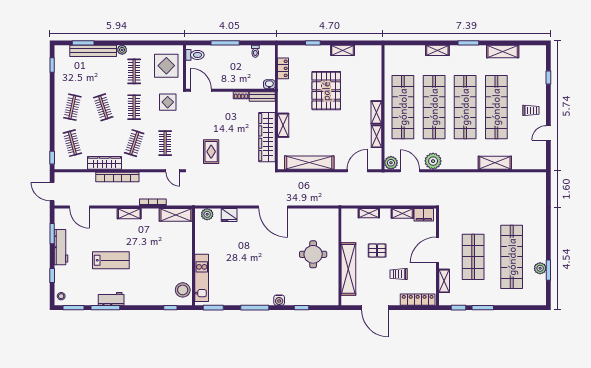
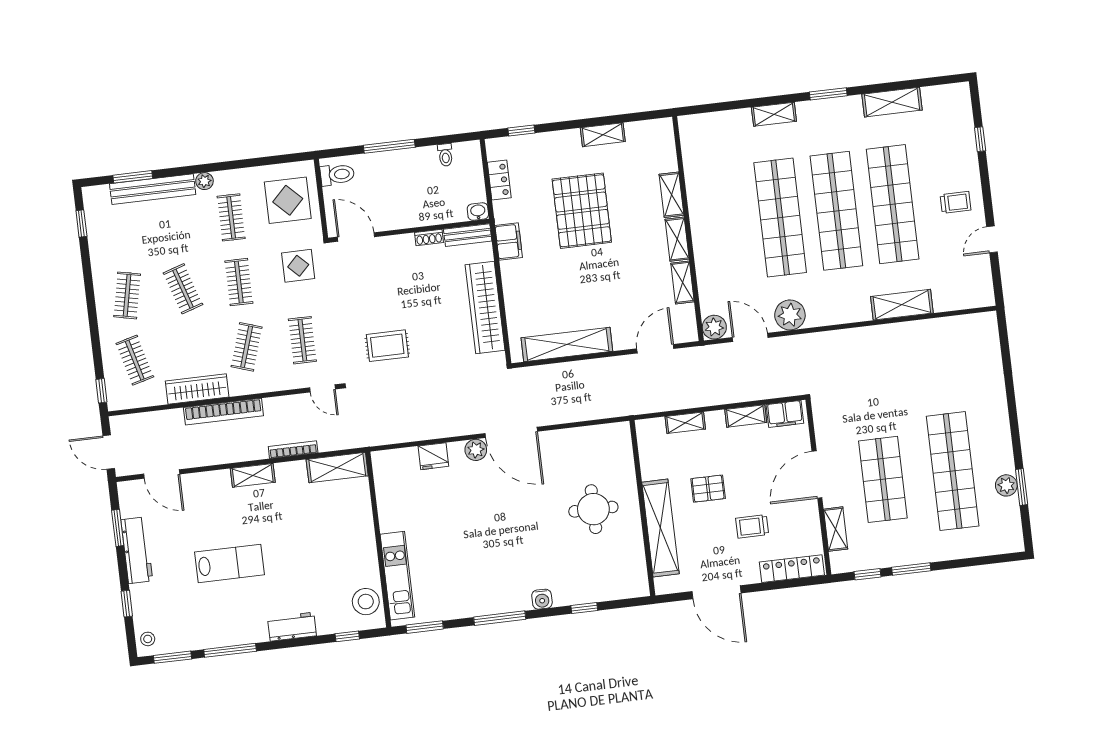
window: (313, 43) -> (521, 130), moved
filing cabinet: (284, 103) -> (509, 241), added
shop shelf: (403, 107) -> (724, 224), removed
shelving: (283, 125) -> (671, 195), moved
rug: (211, 152) -> (387, 346), turned 90
plant: (207, 214) -> (476, 450), moved
workbench: (111, 299) -> (292, 627), moved

